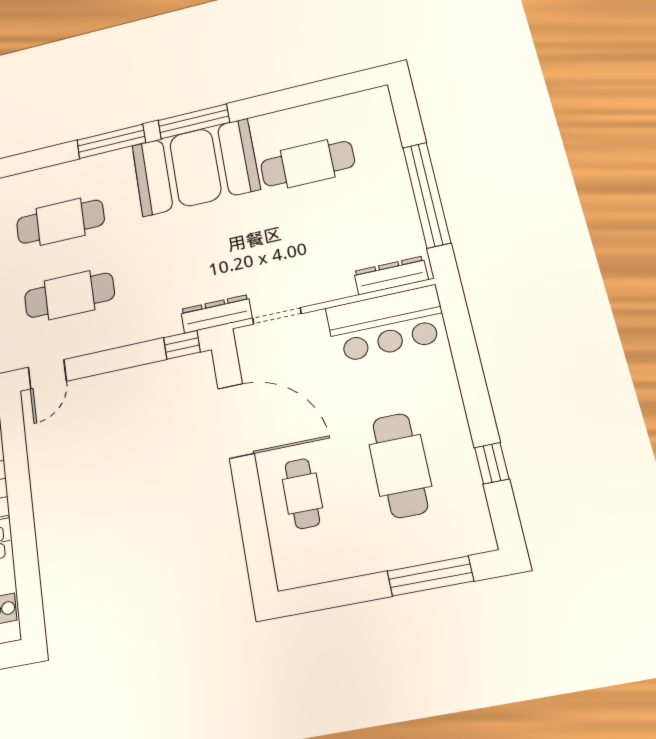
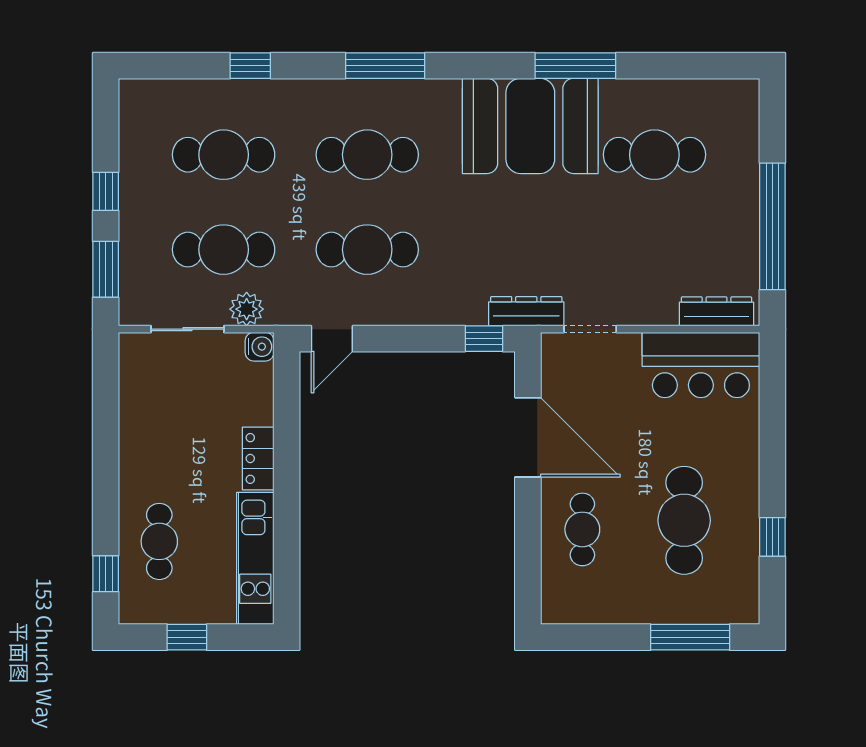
window: (194, 121) -> (575, 66), moved
window: (111, 141) -> (385, 66), moved

